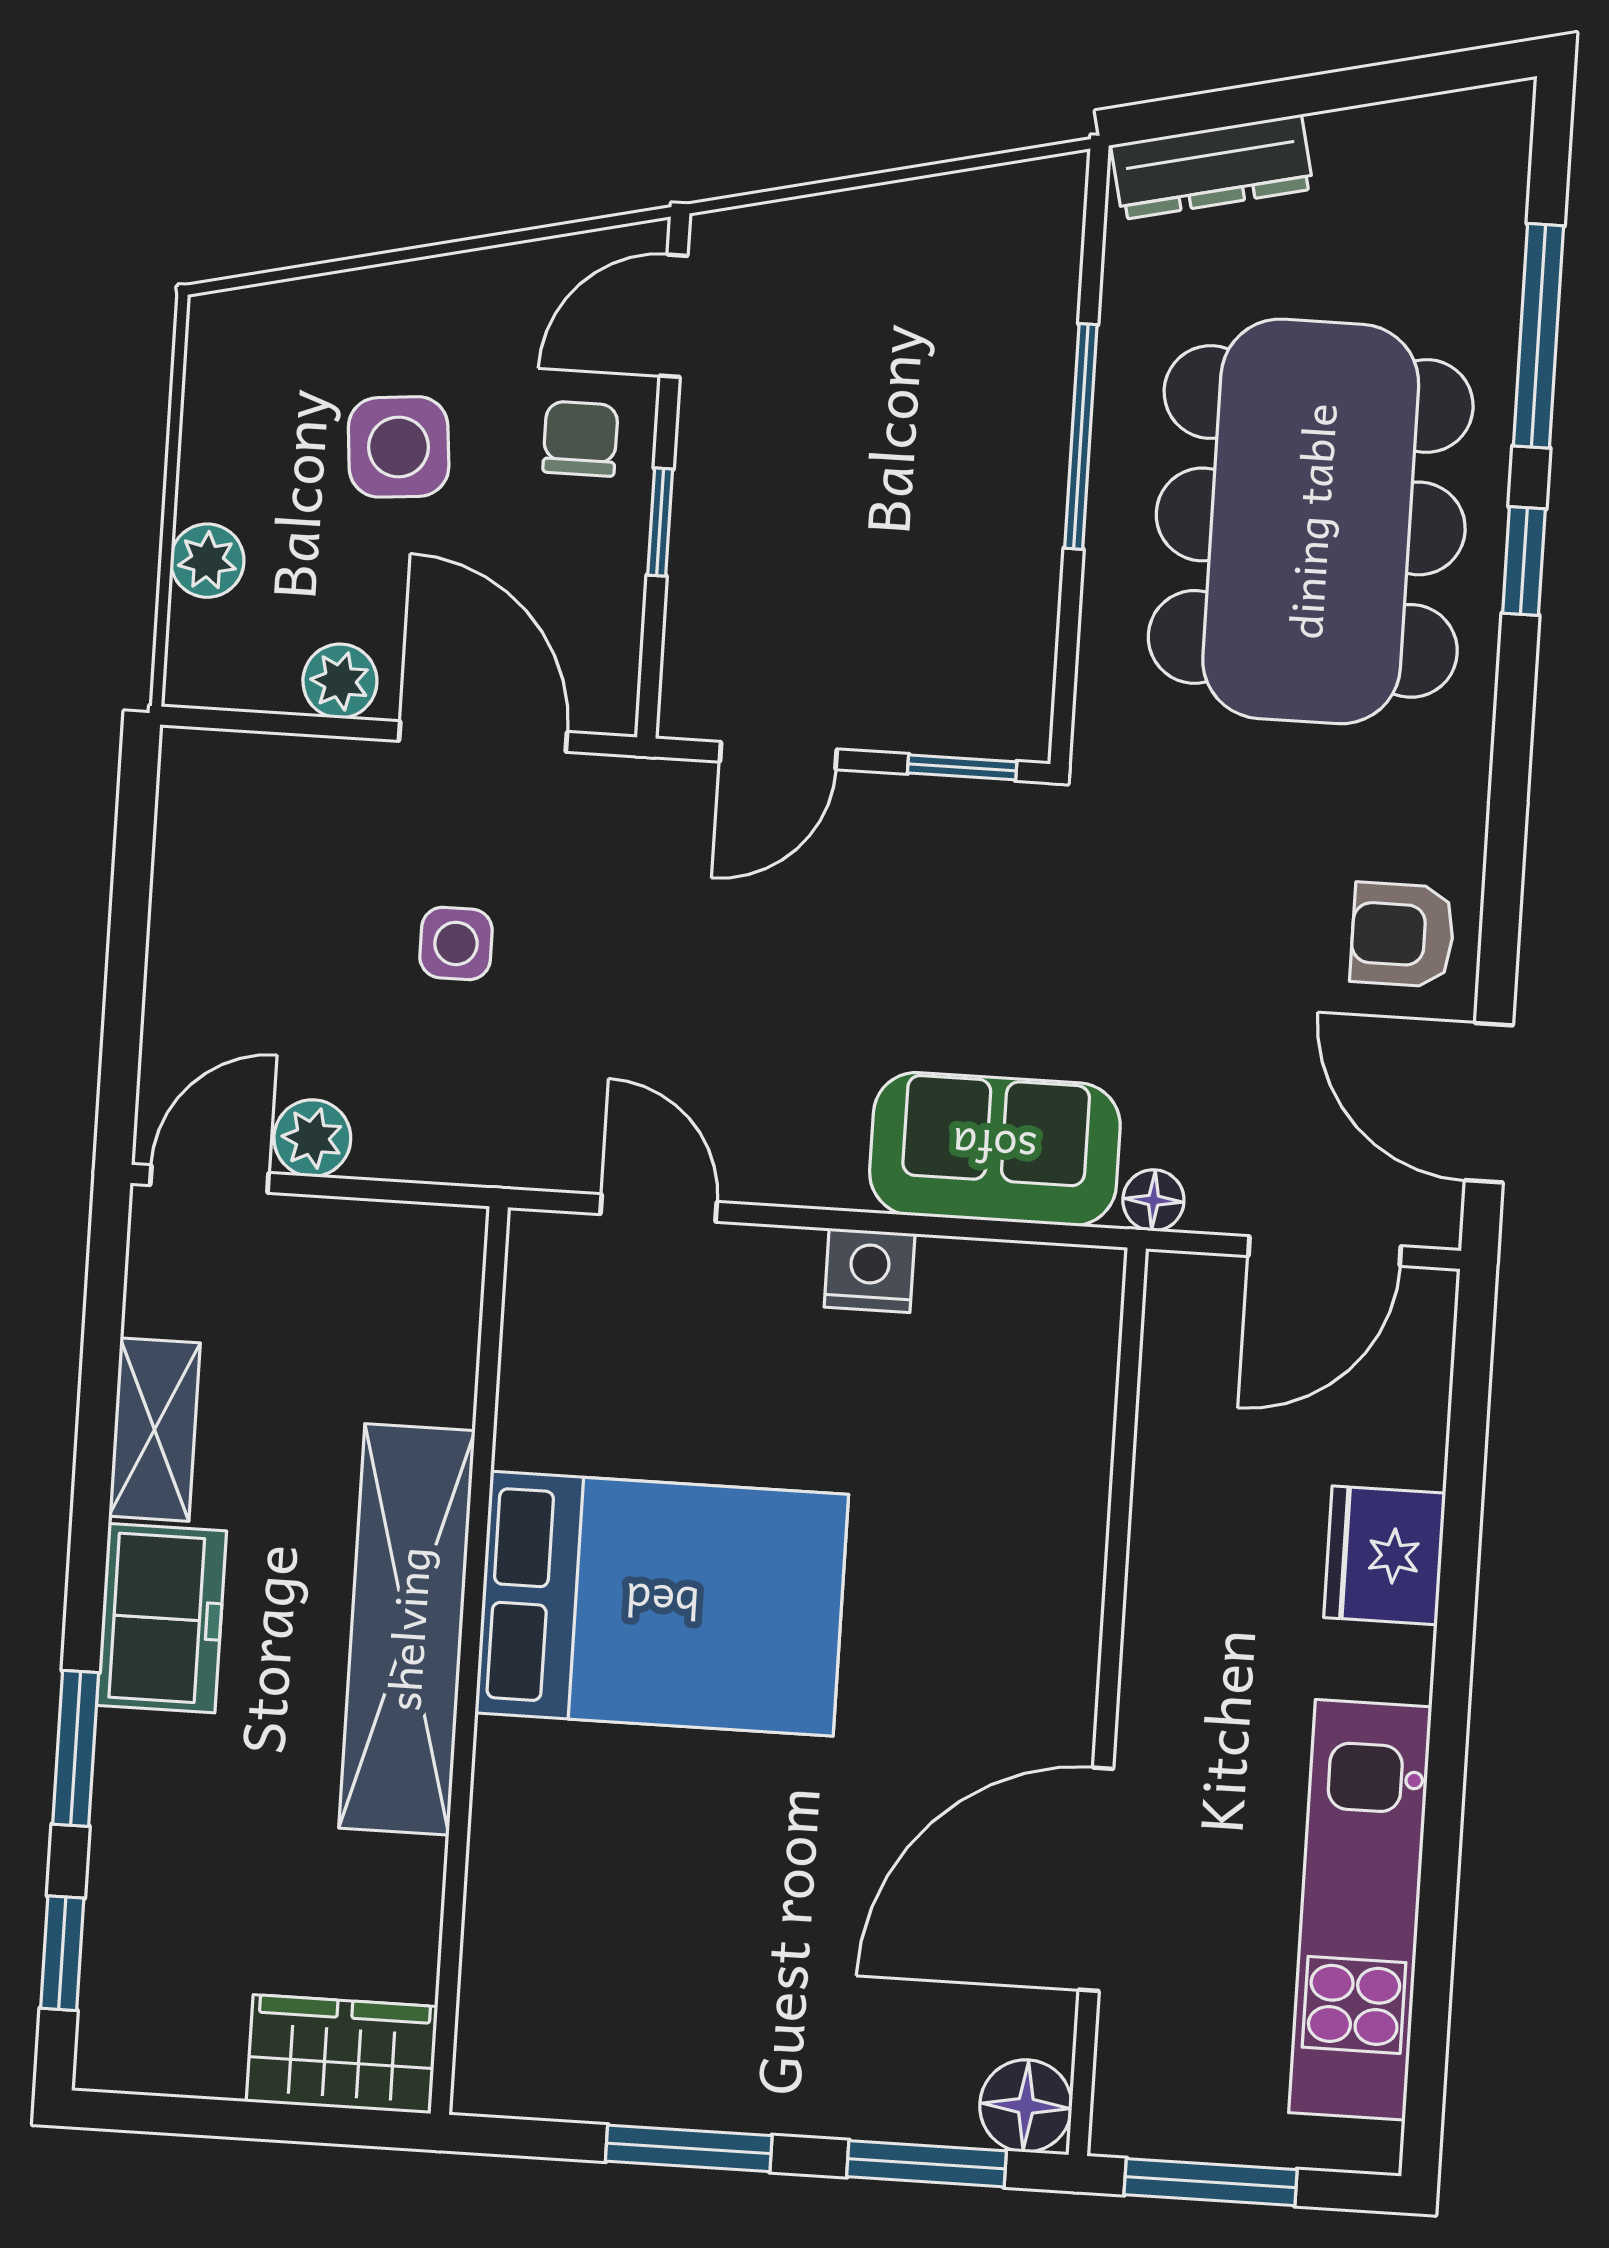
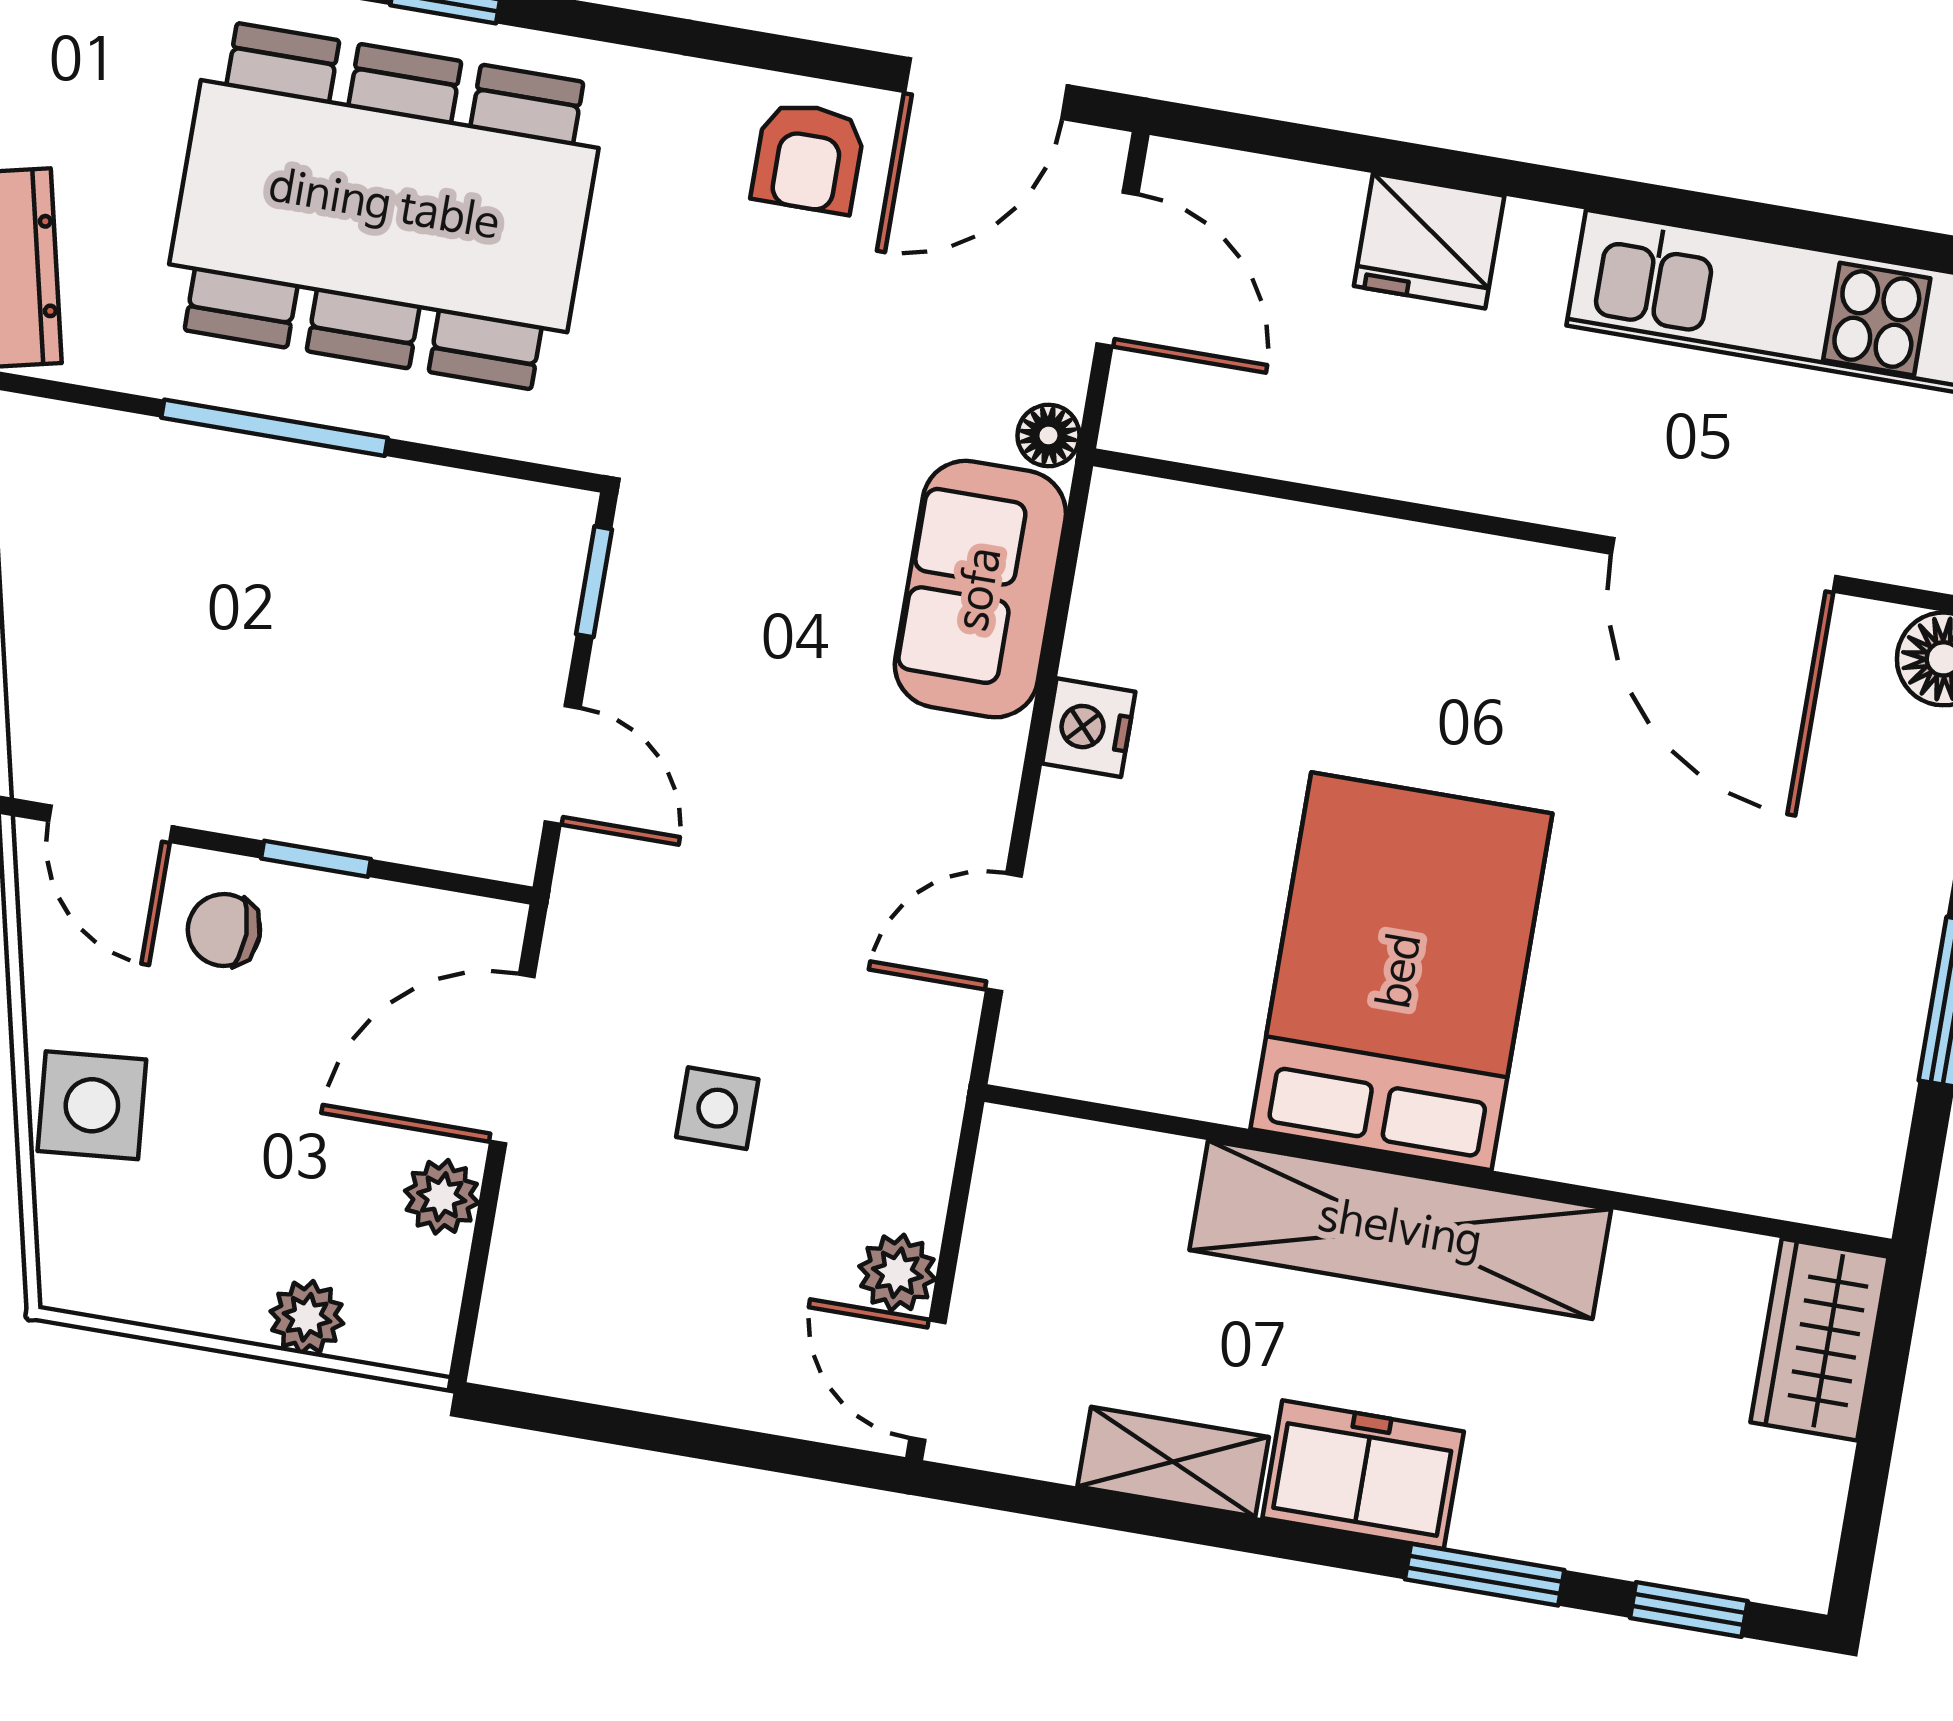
side table: (399, 447) -> (92, 1105), moved

